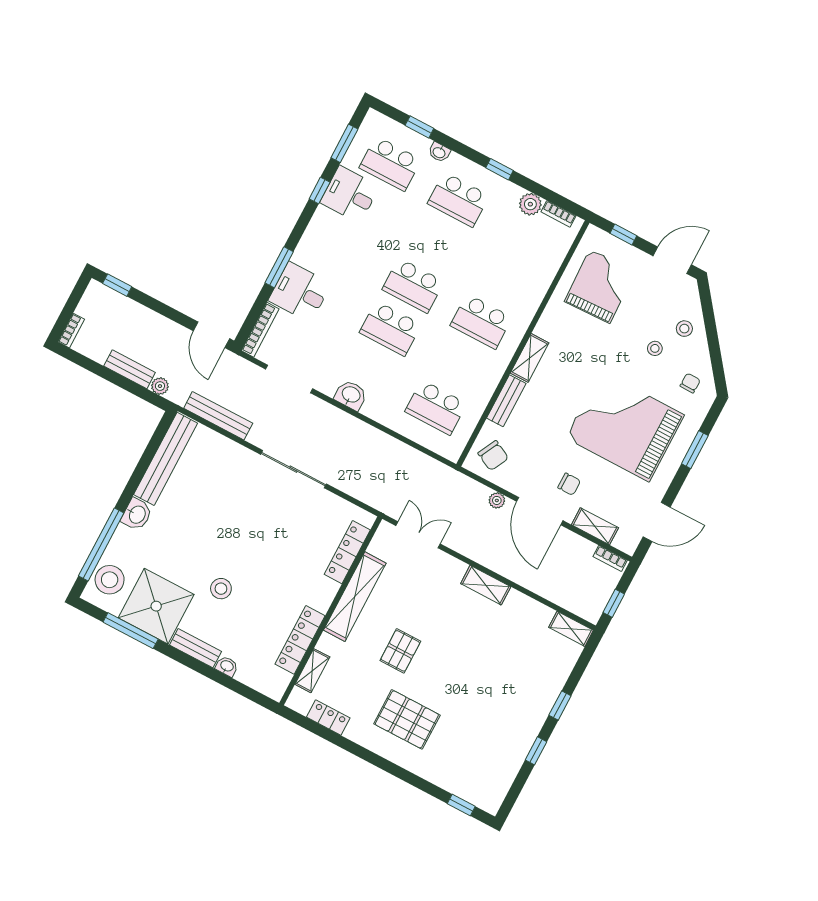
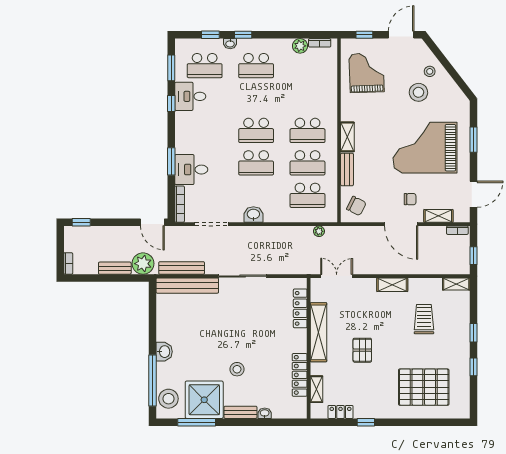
window: (500, 169) -> (243, 35), moved
stool: (655, 348) -> (418, 92), width x1.89, depth x1.89
school desk: (459, 364) -> (308, 163), added
chair: (690, 383) -> (450, 102), removed
plant: (160, 386) -> (143, 264), width x1.88, depth x1.88
bench: (166, 459) -> (187, 286), moved, turned 90
plant: (497, 500) -> (319, 231), moved
trolley: (504, 653) -> (424, 319), added
pallet: (407, 719) -> (424, 387), moved, width x1.37, depth x1.41
window: (461, 805) -> (366, 422), moved

